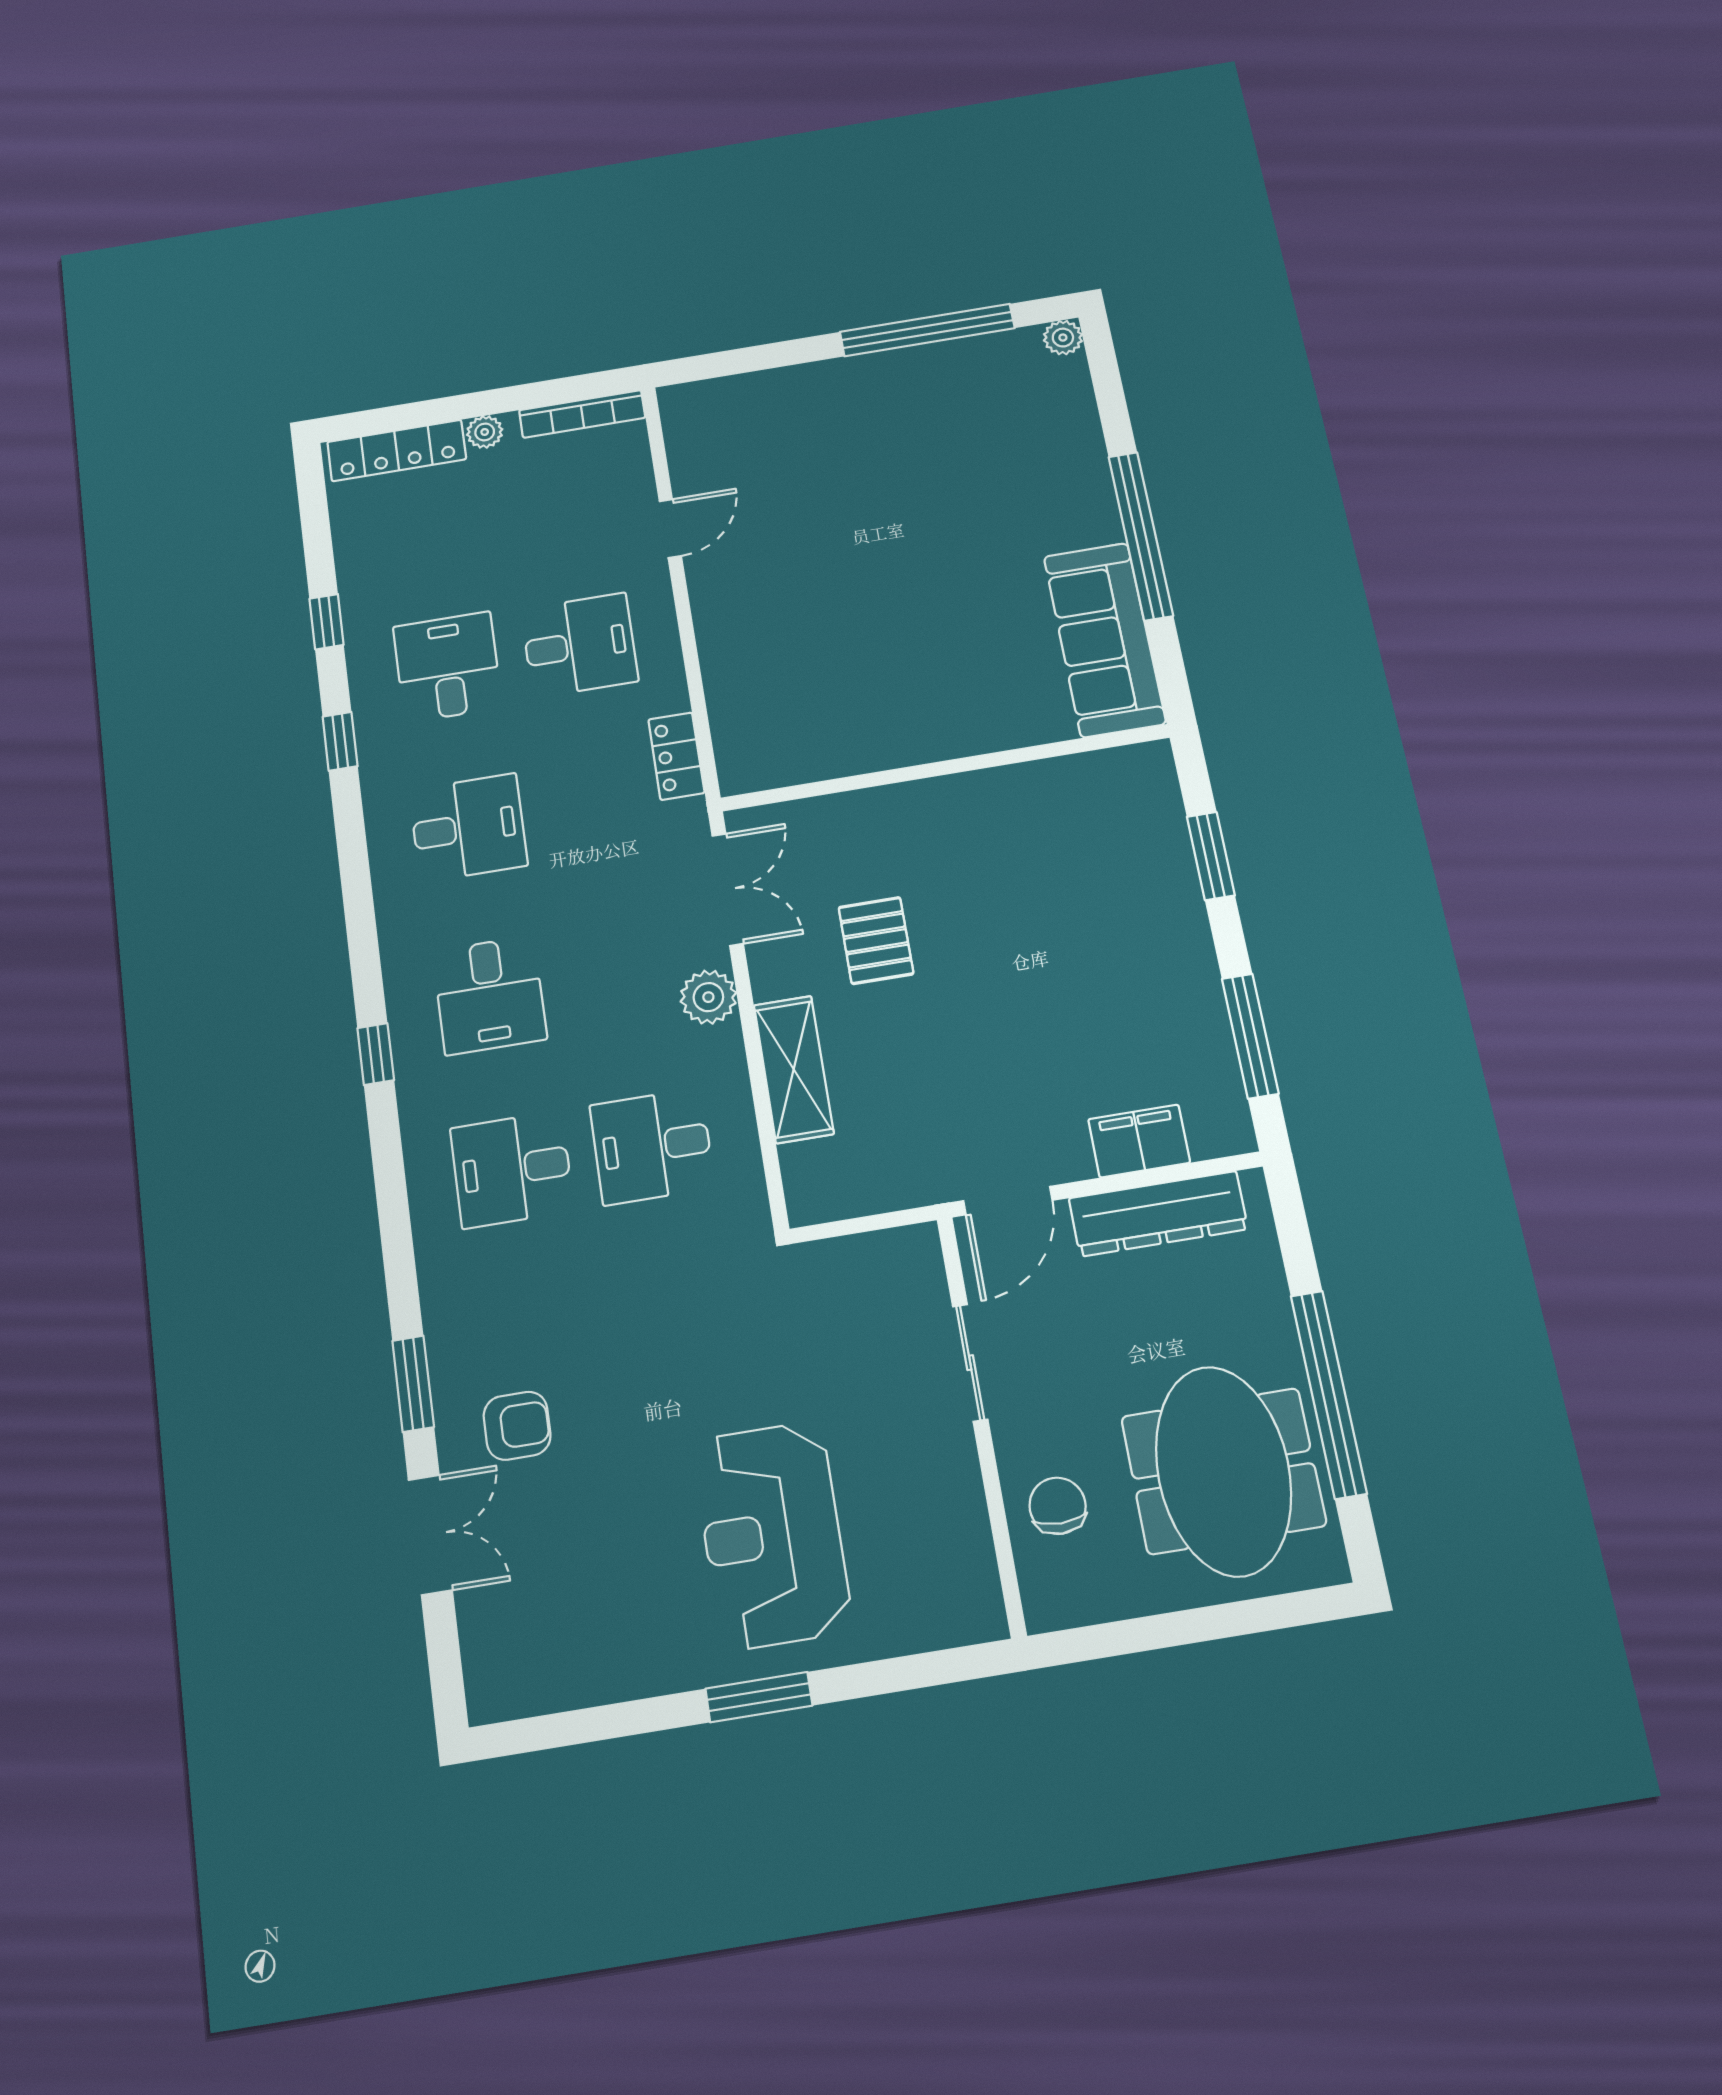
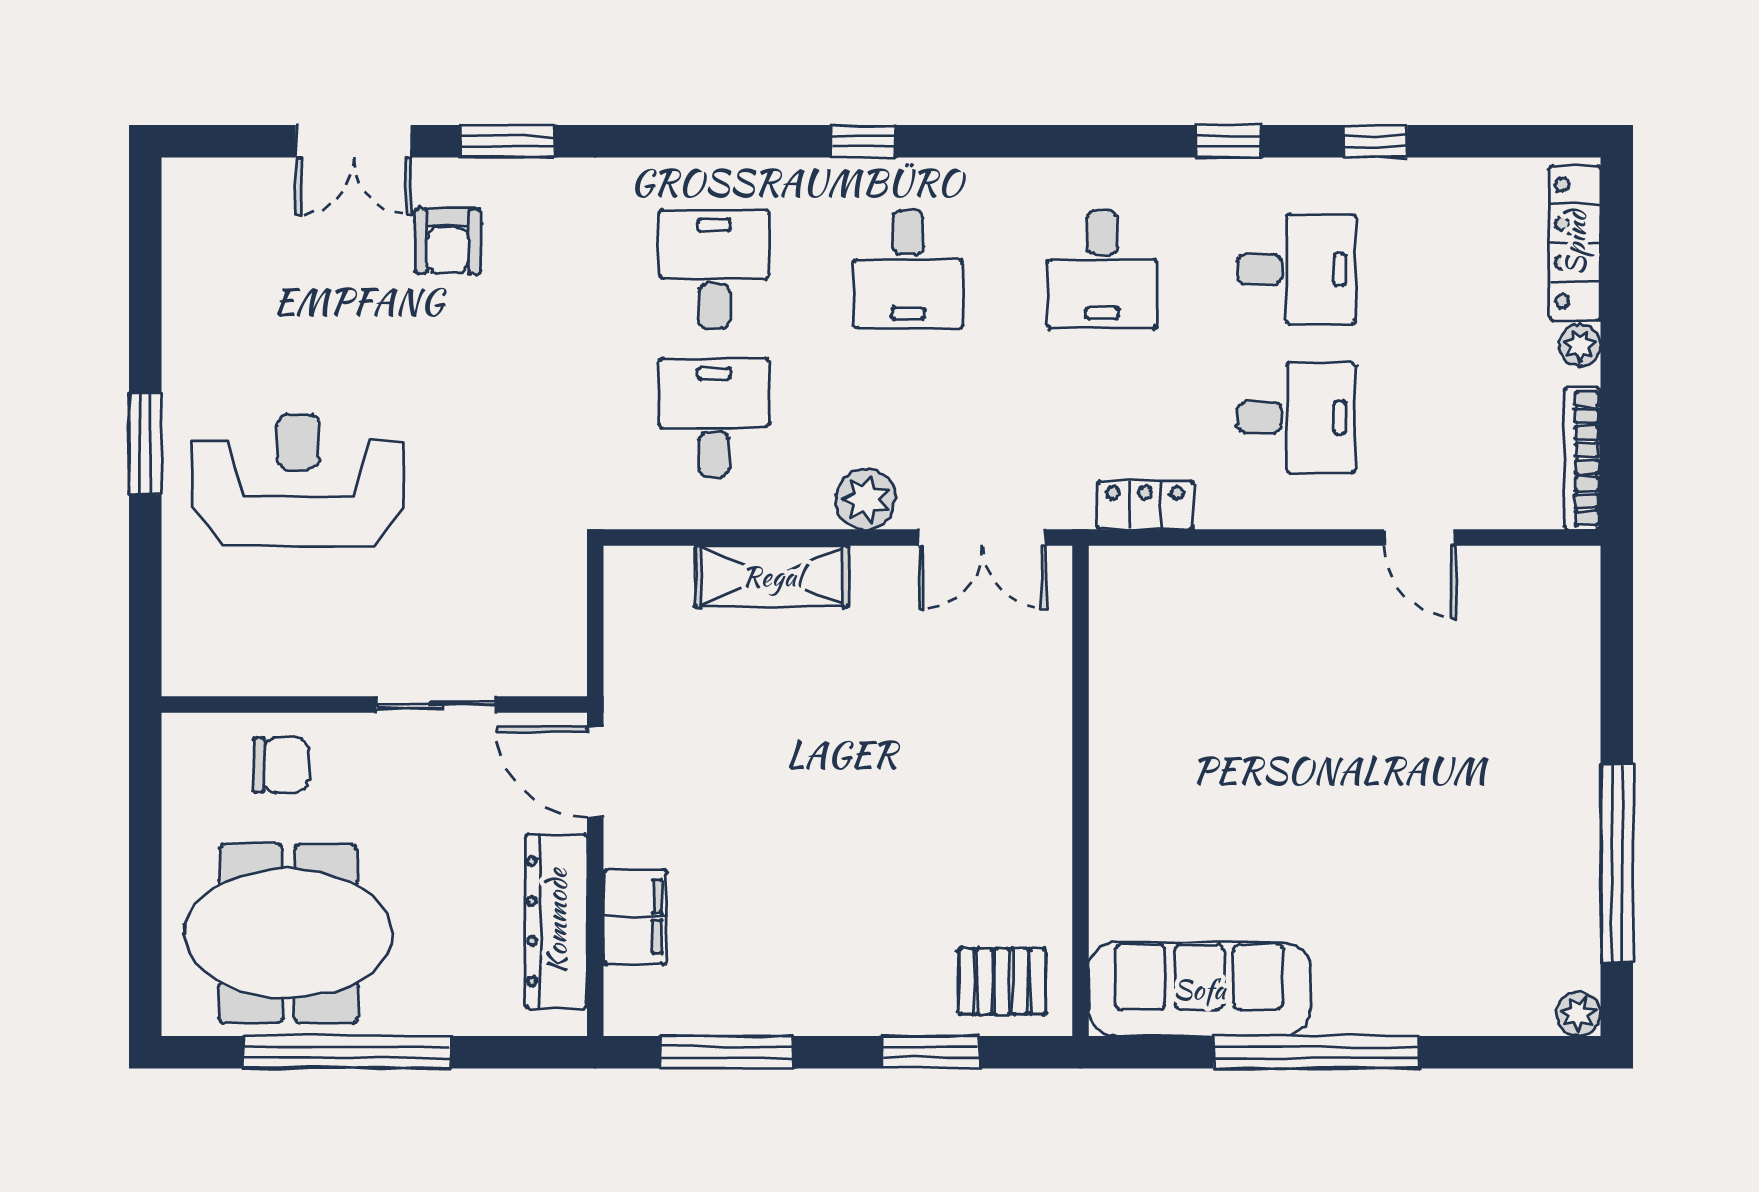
desk: (579, 645) -> (1296, 418), turned -90
pallet: (876, 940) -> (1002, 981), moved
desk: (490, 995) -> (908, 269), turned -90

